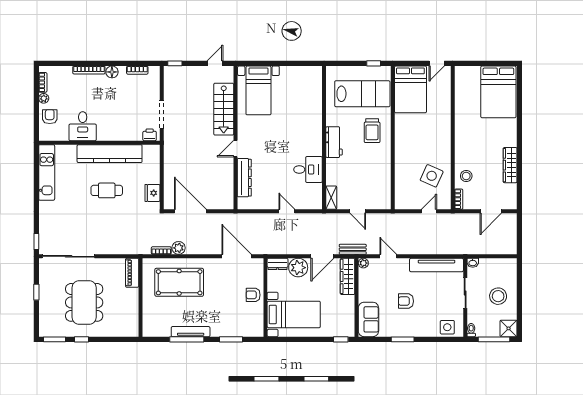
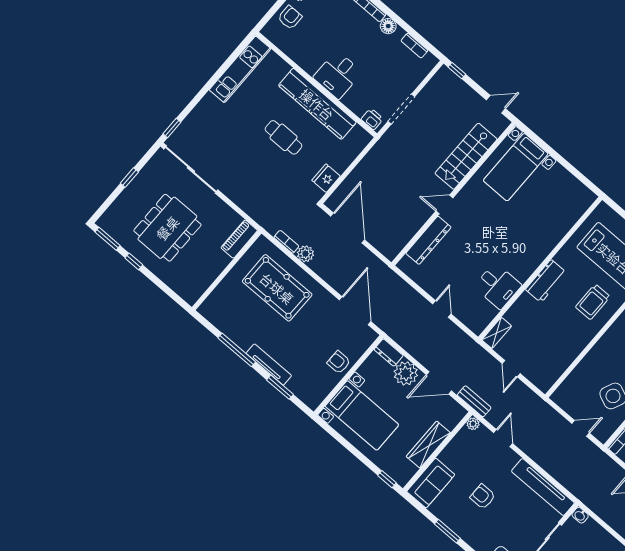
desk: (83, 126) -> (338, 75), moved
wardrobe: (348, 276) -> (428, 445), moved
tv unit: (191, 332) -> (269, 364), moved

